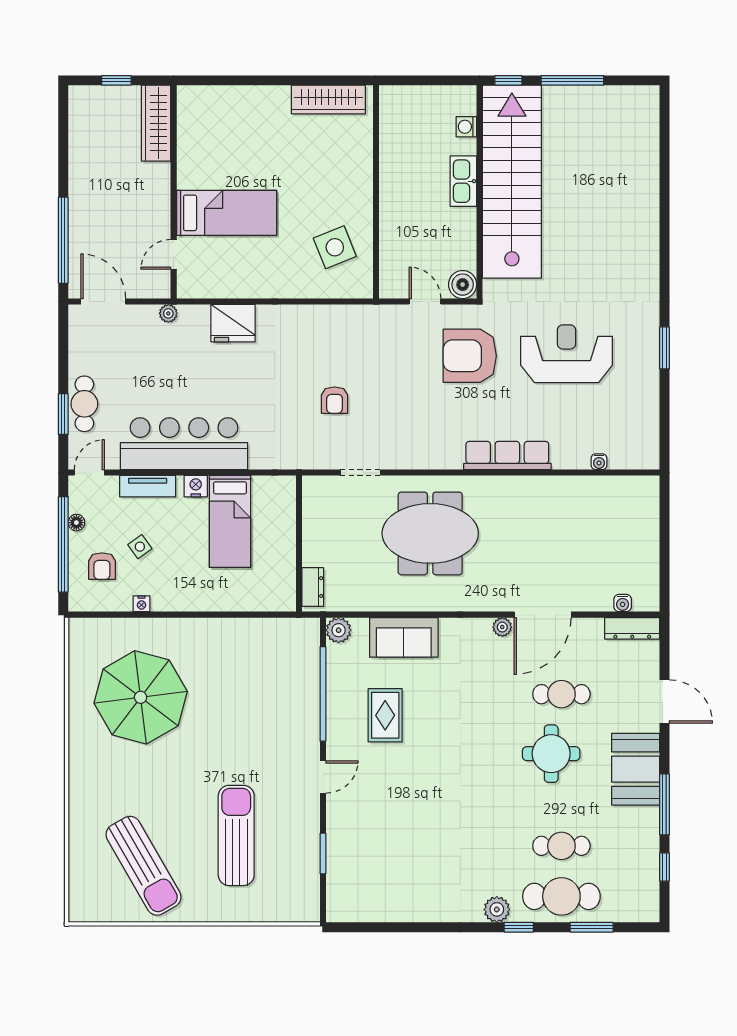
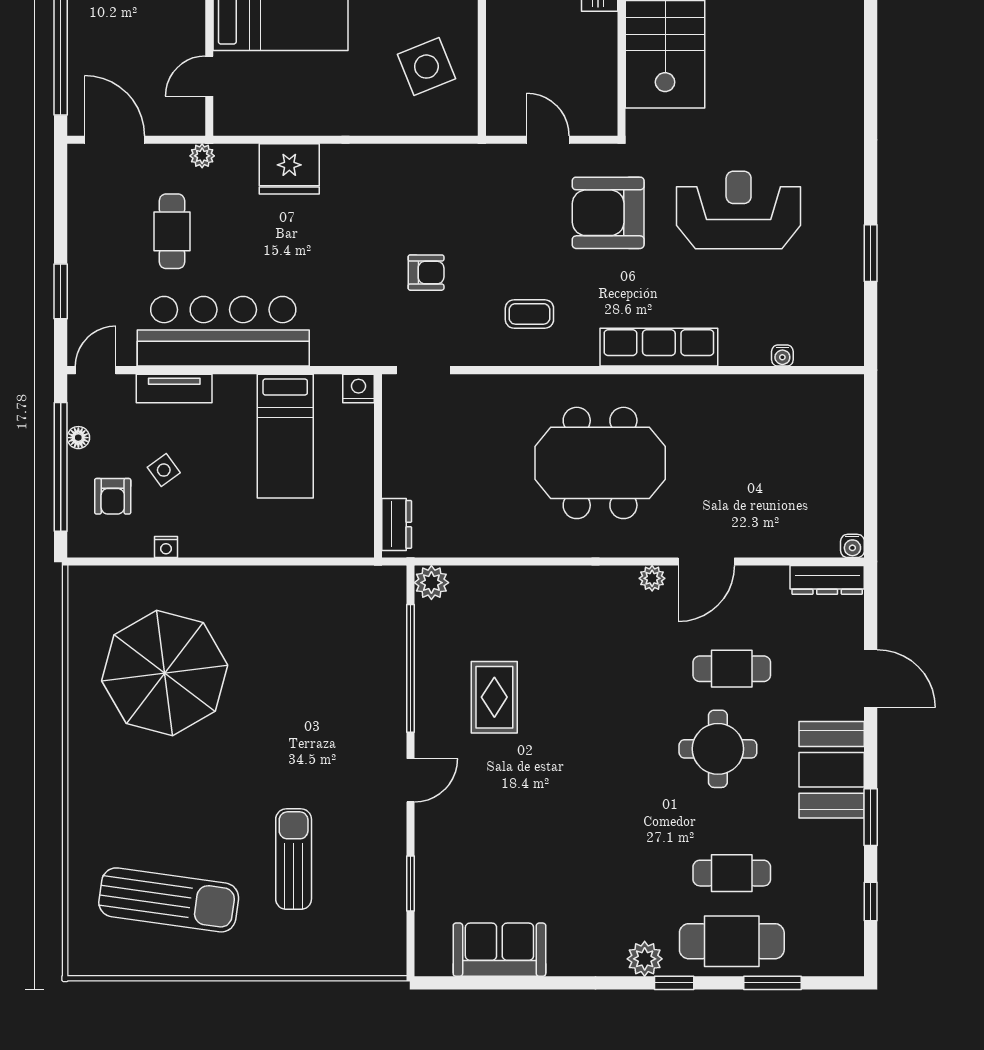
boiler: (463, 285) -> (599, 117), removed
window: (665, 348) -> (871, 253), moved
armchair: (335, 400) -> (426, 273), turned -90
cafe table: (84, 404) -> (172, 231), moved
coffee table: (411, 431) -> (529, 314), added
doorway: (360, 473) -> (423, 370), moved
nightstand: (196, 486) -> (358, 388), moved
meeting table: (430, 533) -> (600, 463), moved
water cooler: (623, 603) -> (852, 546), moved
door: (543, 615) -> (706, 562), width x0.73
sofa: (404, 637) -> (499, 950), moved, turned 180
window: (665, 804) -> (871, 817), width x0.69
sun lounger: (236, 835) -> (294, 859), width x0.73, depth x0.75
sun lounger: (144, 866) -> (169, 900), turned -52

